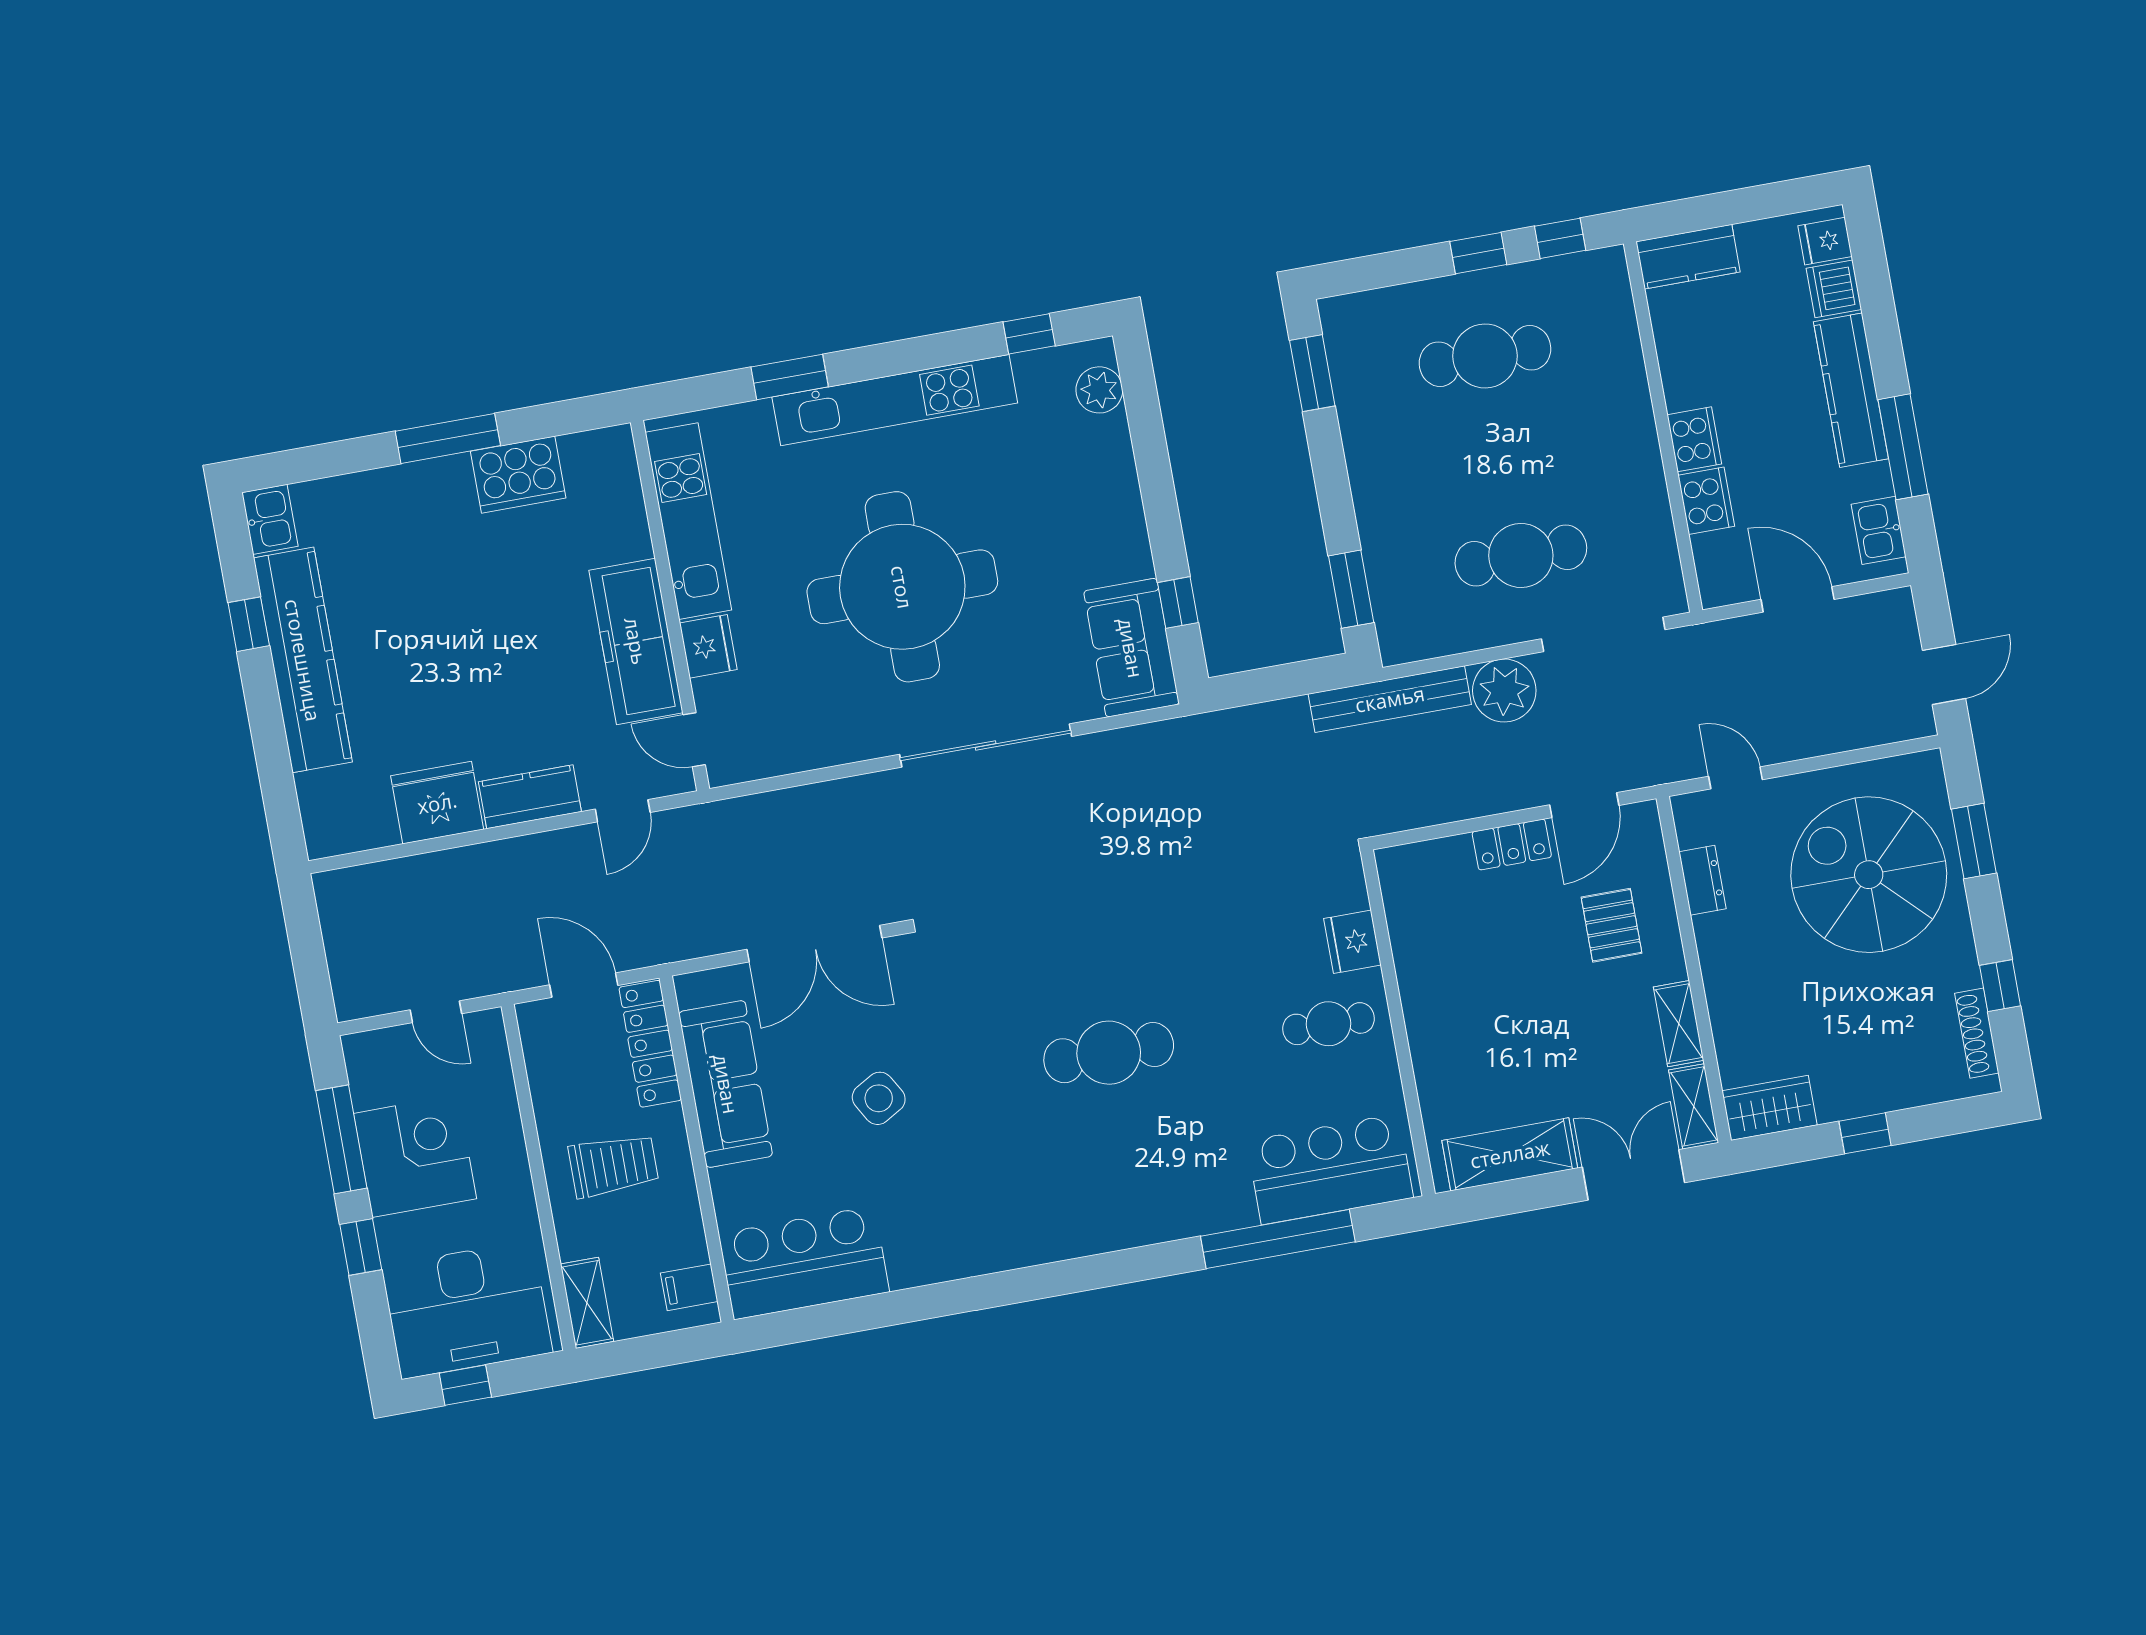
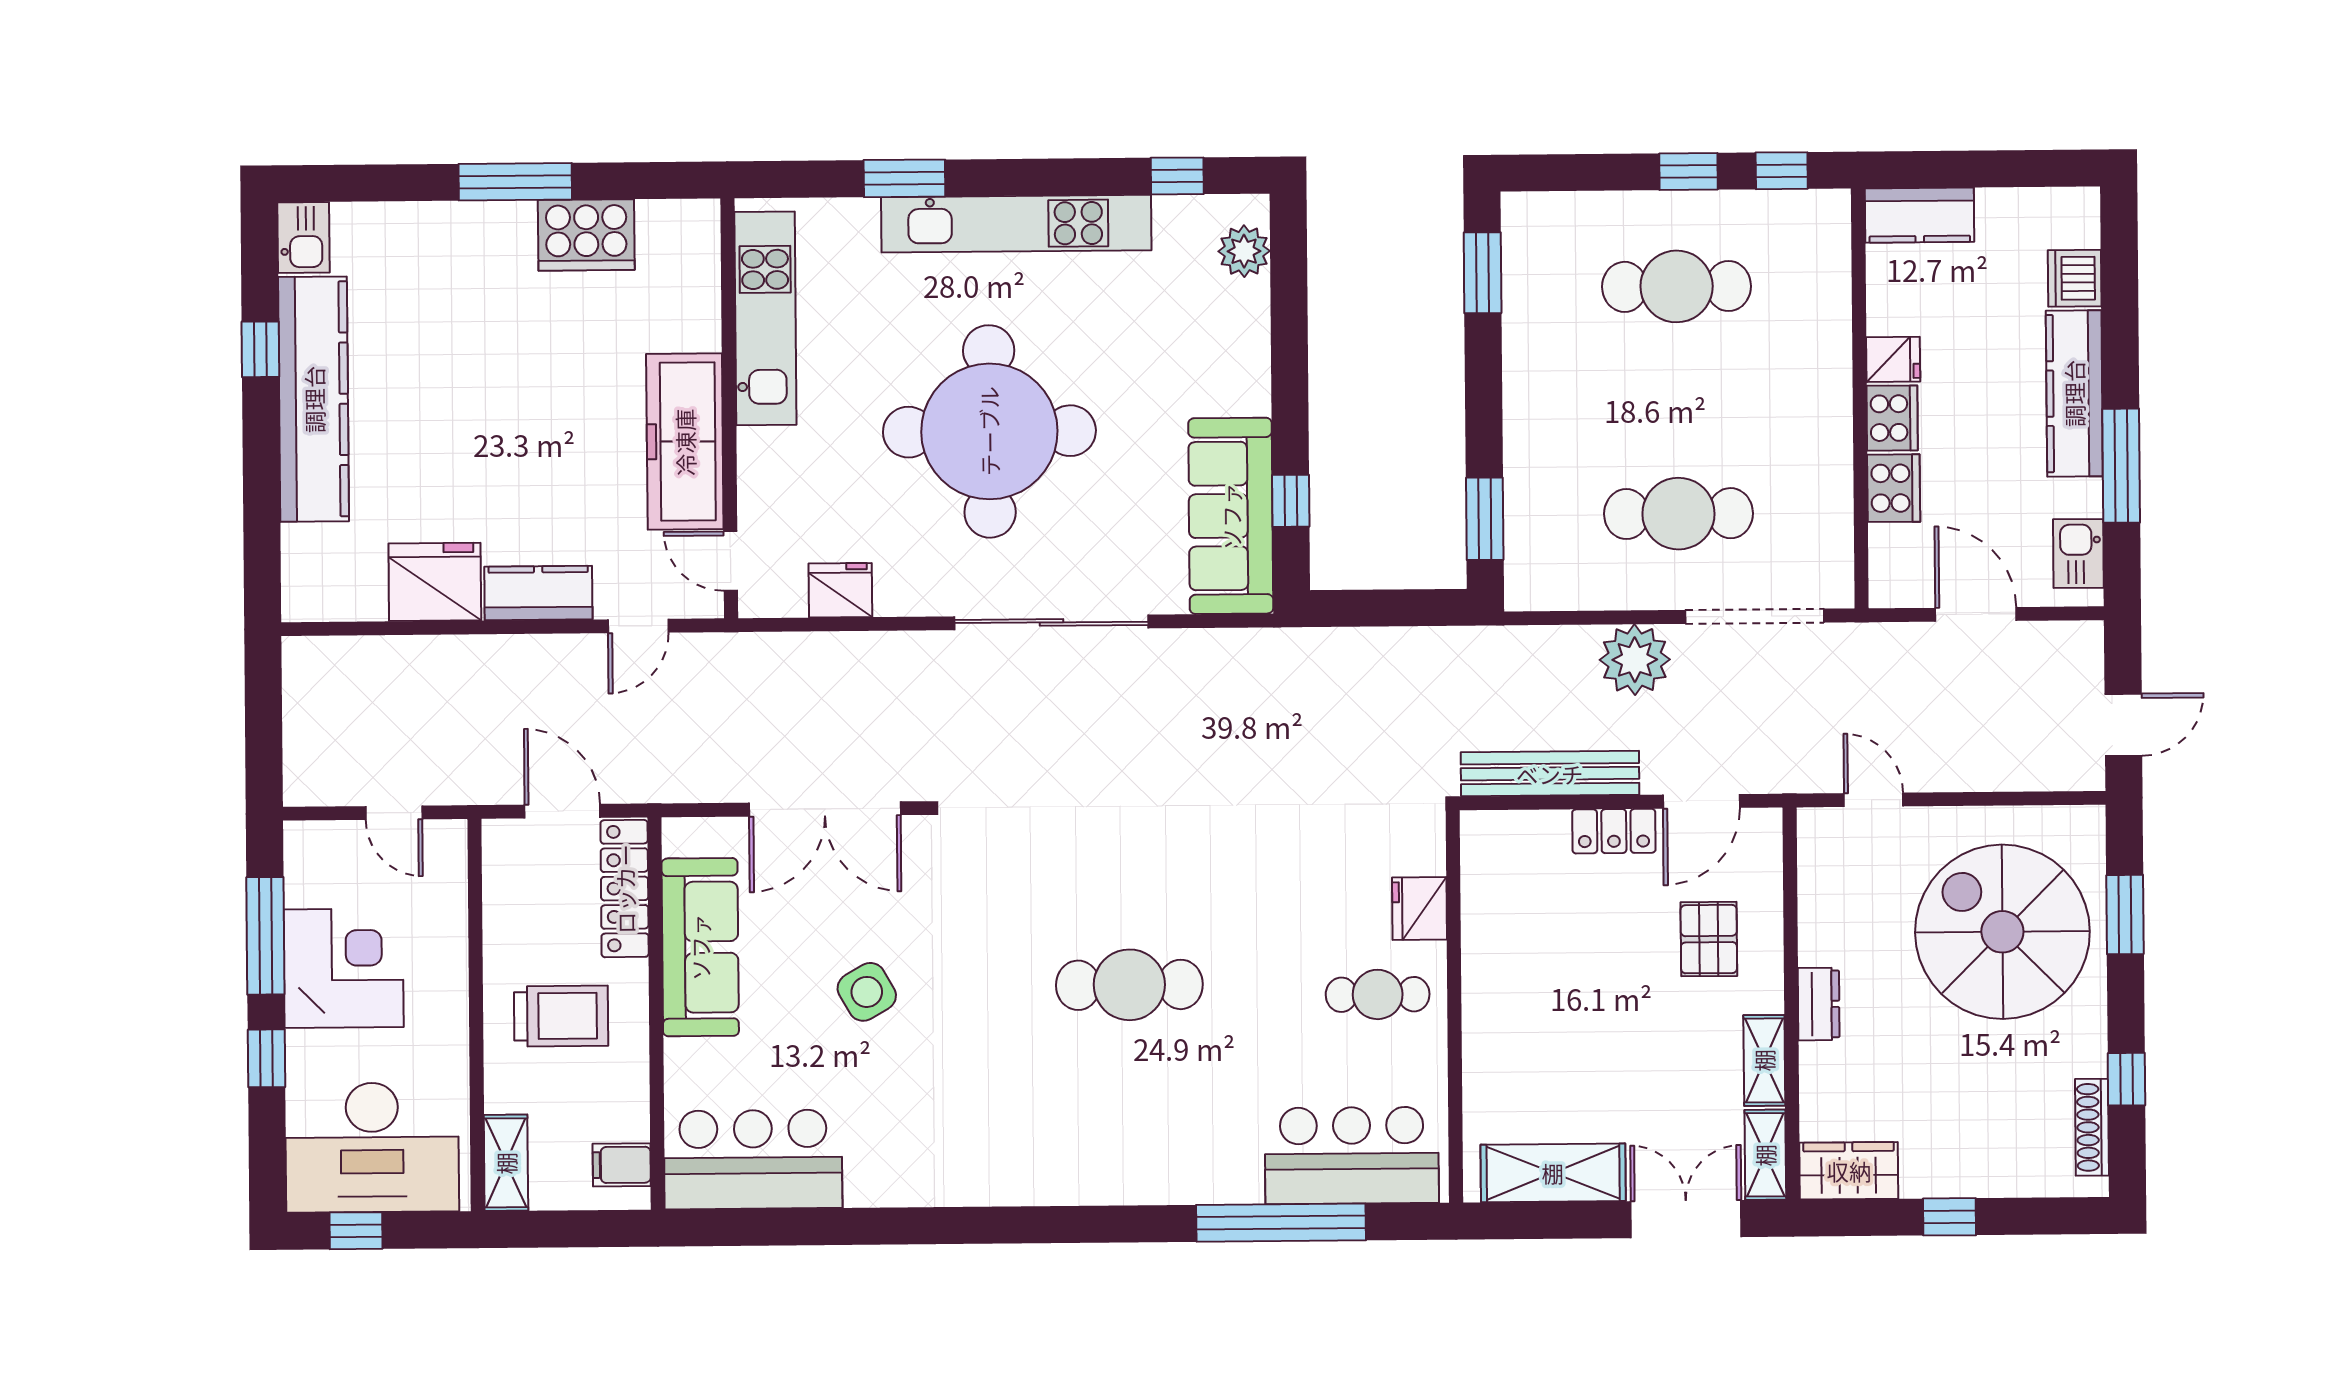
fridge: (1825, 241) -> (1893, 359), moved, turned 180
fridge: (708, 646) -> (840, 590), moved, turned -90
sofa: (1131, 648) -> (1231, 516), width x1.36
bench: (1390, 699) -> (1550, 774), moved
dresser: (1702, 880) -> (1819, 1004), moved

